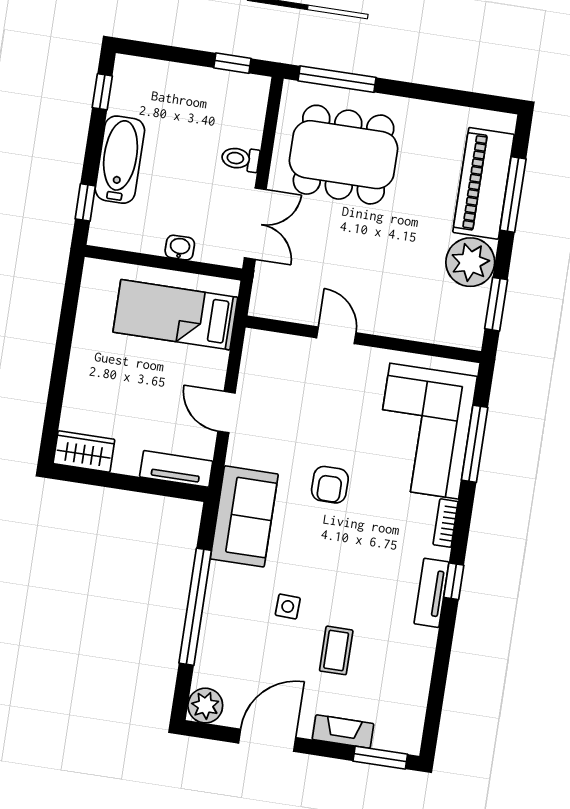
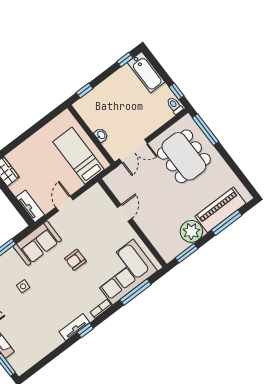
toilet: (240, 159) -> (175, 106), moved
bathtub: (120, 160) -> (146, 72), moved, turned 90
coffee table: (336, 650) -> (25, 316), removed

